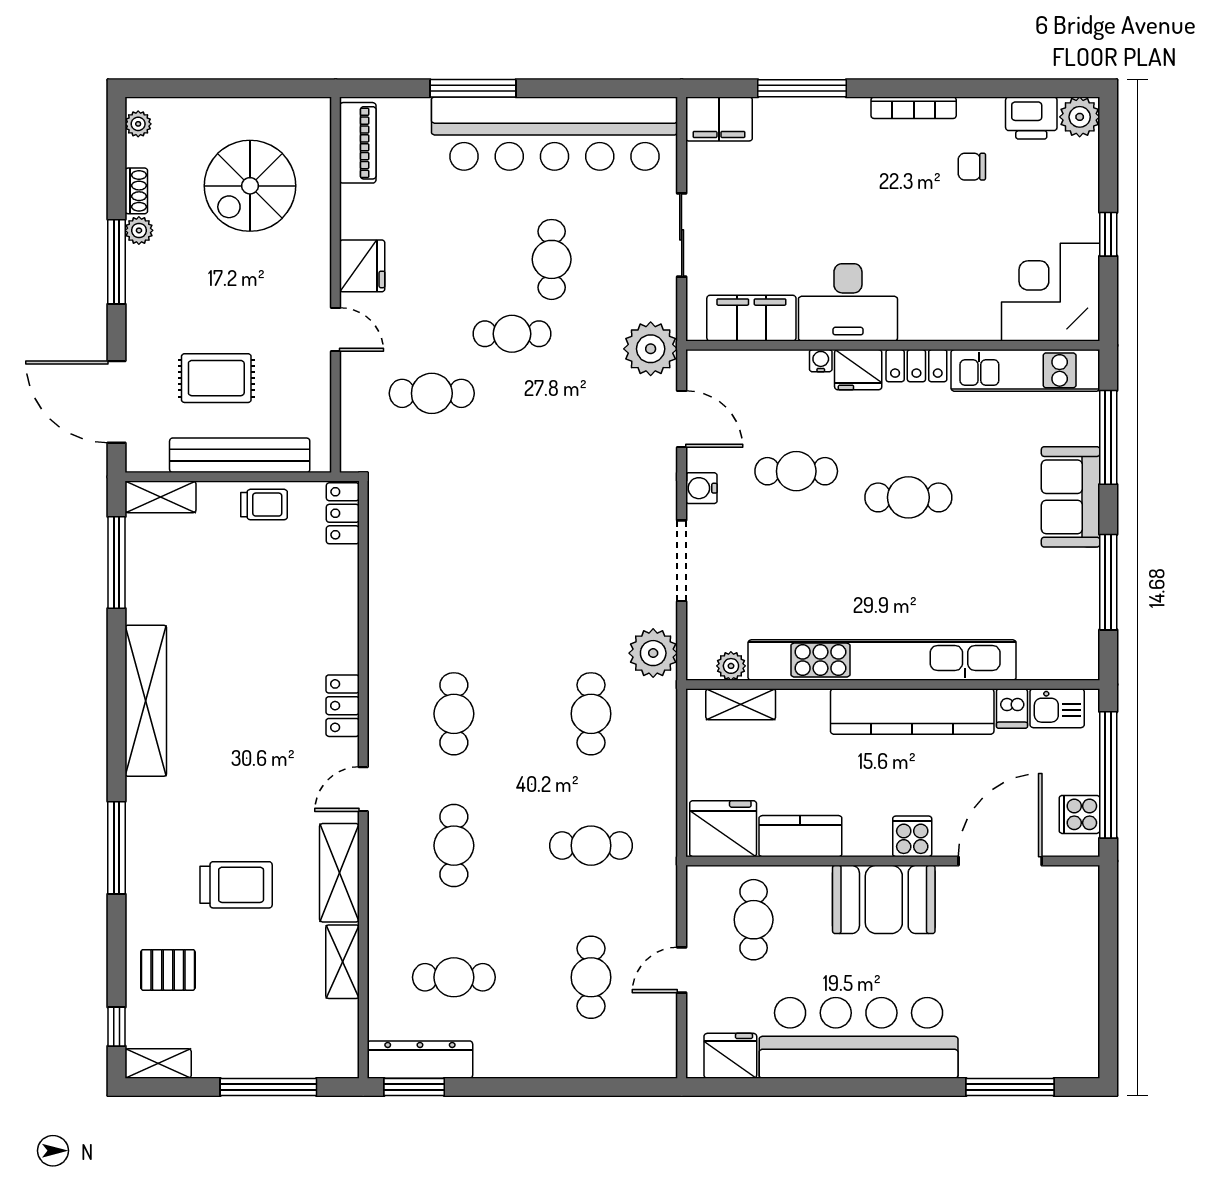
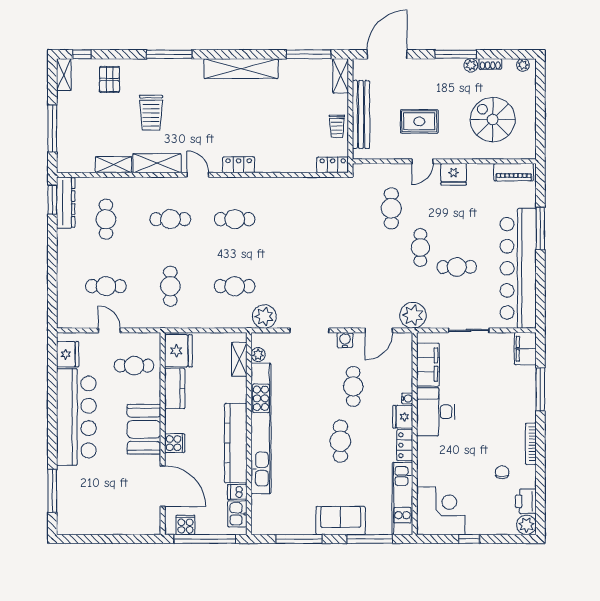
rug: (216, 378) -> (419, 121), moved, turned 90

